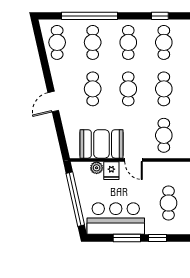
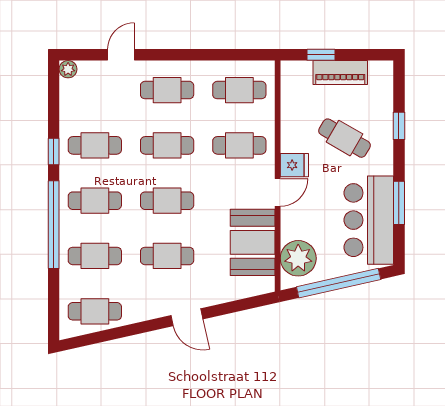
window: (89, 16) -> (54, 225), moved
plant: (97, 168) -> (298, 258), width x1.88, depth x1.88
fridge: (111, 171) -> (294, 165), moved
cafe table: (168, 203) -> (345, 138), turned 30
window: (158, 238) -> (399, 126), moved

